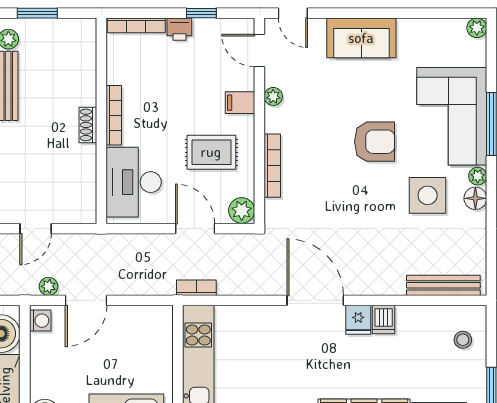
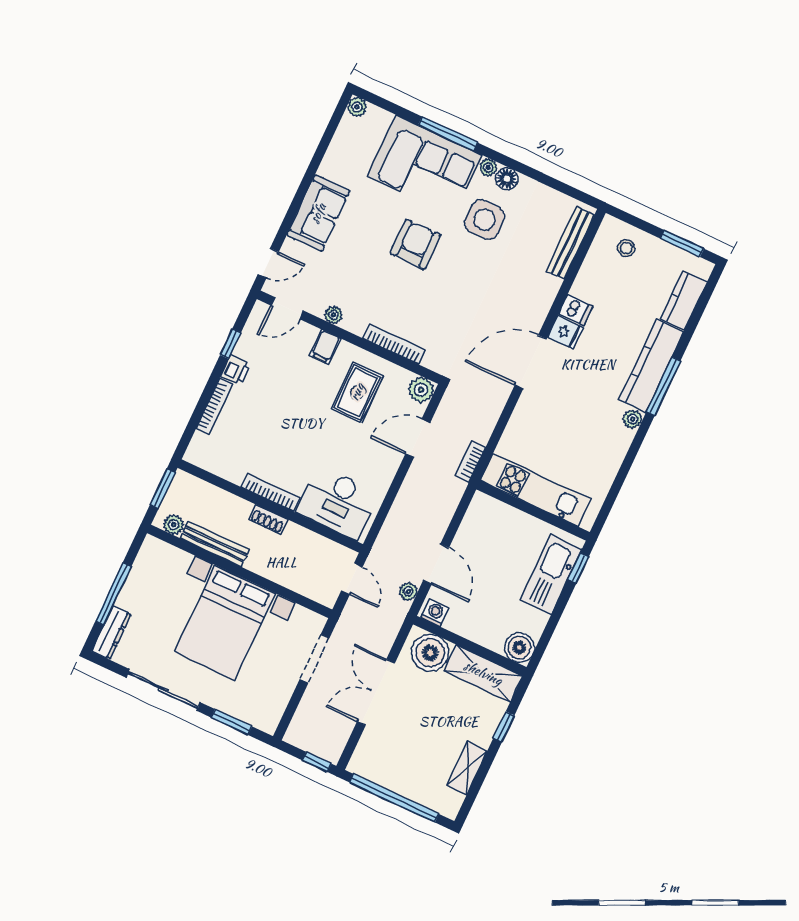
bookcase: (114, 115) -> (270, 493), moved
wall: (101, 121) -> (270, 506), moved
shoe rack: (88, 125) -> (268, 520), moved
desk: (134, 182) -> (338, 503), moved

